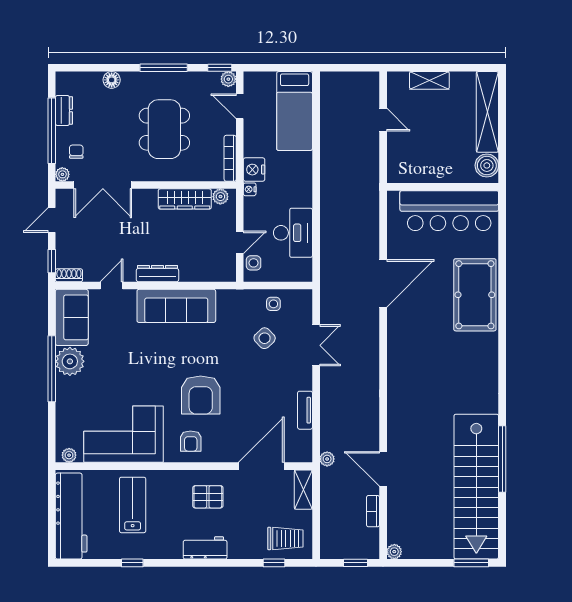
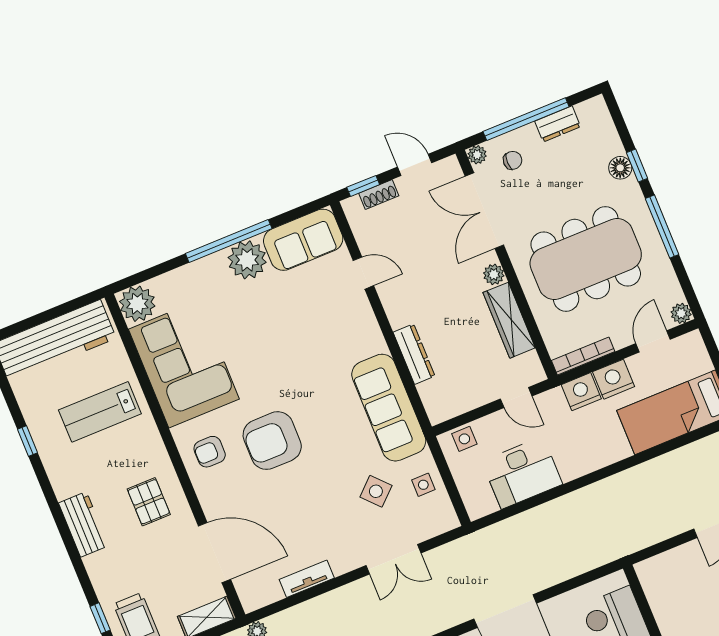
window: (220, 68) -> (637, 165), moved
dining table: (164, 129) -> (586, 259), width x1.36, depth x1.24
nightstand: (250, 189) -> (614, 379), moved, width x1.89, depth x1.79
plant: (220, 197) -> (494, 274), moved
door: (240, 242) -> (516, 398), moved
dresser: (157, 274) -> (414, 354), moved
shoe rack: (69, 275) -> (379, 195), moved, turned 90
sofa: (176, 306) -> (389, 408), moved
plant: (69, 455) -> (137, 304), width x1.87, depth x1.87
lab bench: (133, 505) -> (100, 412), turned 180

